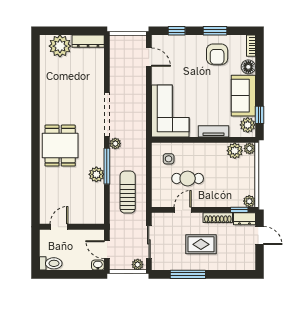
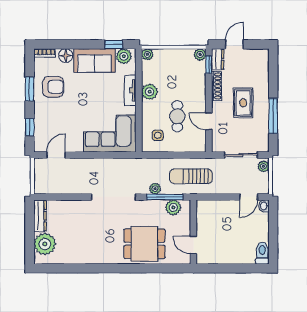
plant: (115, 144) -> (155, 189), moved
plant: (235, 151) -> (150, 92), moved
door: (59, 227) -> (193, 245), moved
wall: (72, 227) -> (193, 232), moved

